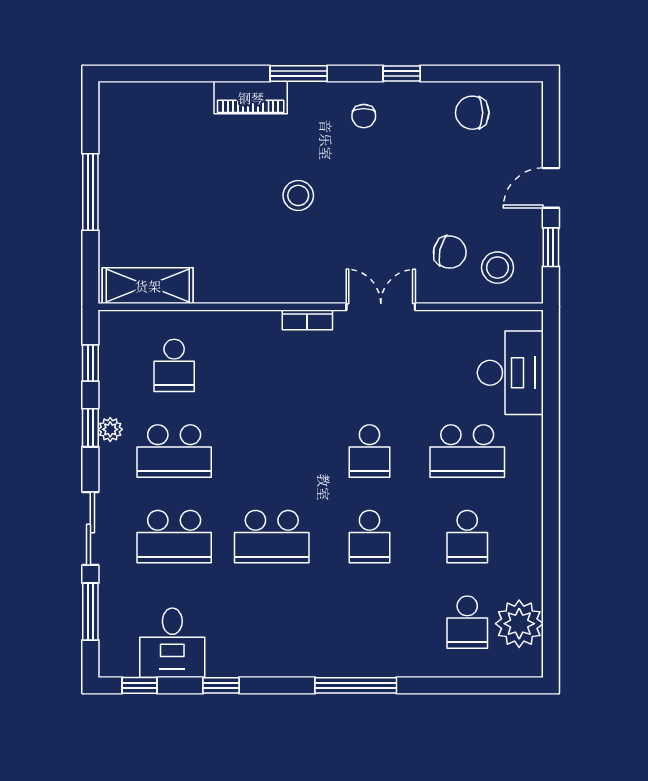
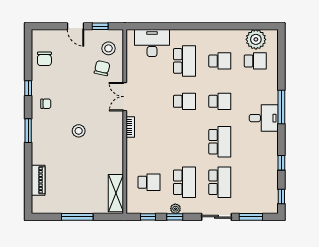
piano: (251, 98) -> (38, 180), moved
desk: (172, 643) -> (264, 118), moved

